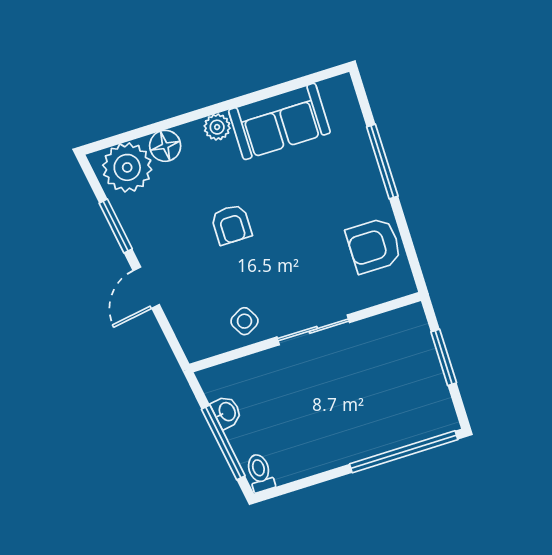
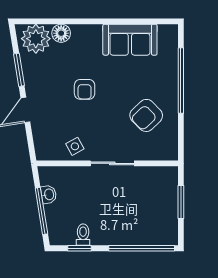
plant: (217, 127) -> (94, 32), removed
window: (382, 161) -> (181, 81), width x1.46
armchair: (374, 246) -> (146, 115), moved, turned -44
toilet: (260, 473) -> (83, 235), moved
window: (303, 483) -> (79, 248), added

